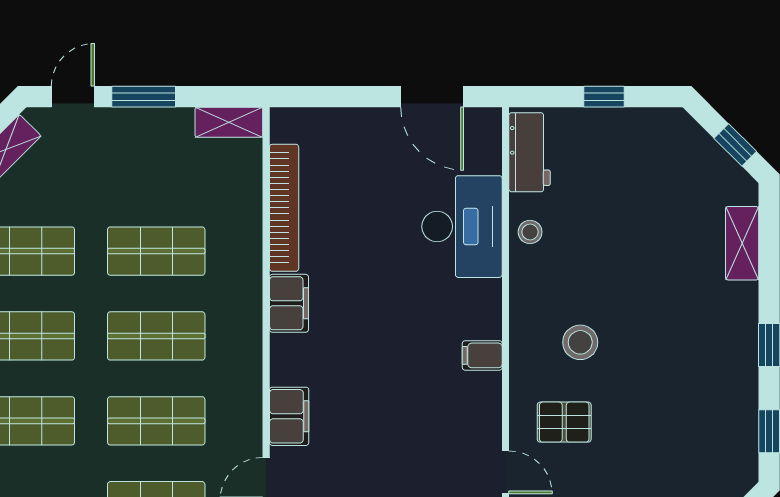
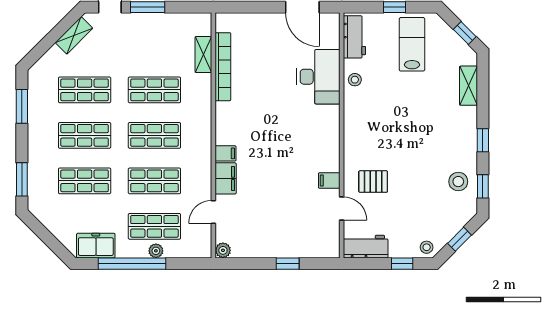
shelving: (229, 122) -> (203, 55), moved, turned 90
lab bench: (637, 166) -> (412, 44), added
filing cabinet: (289, 303) -> (226, 153), moved, width x0.50
stool: (580, 342) -> (458, 182), moved
filing cabinet: (482, 355) -> (329, 180), moved

